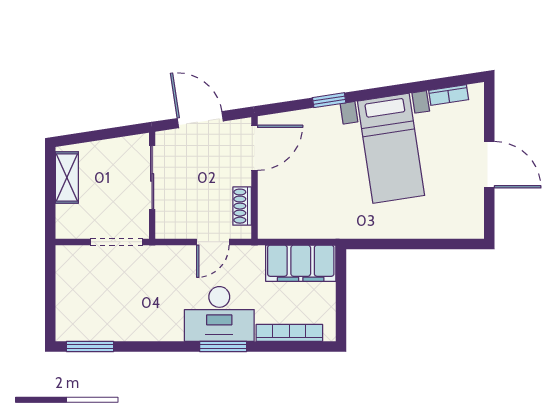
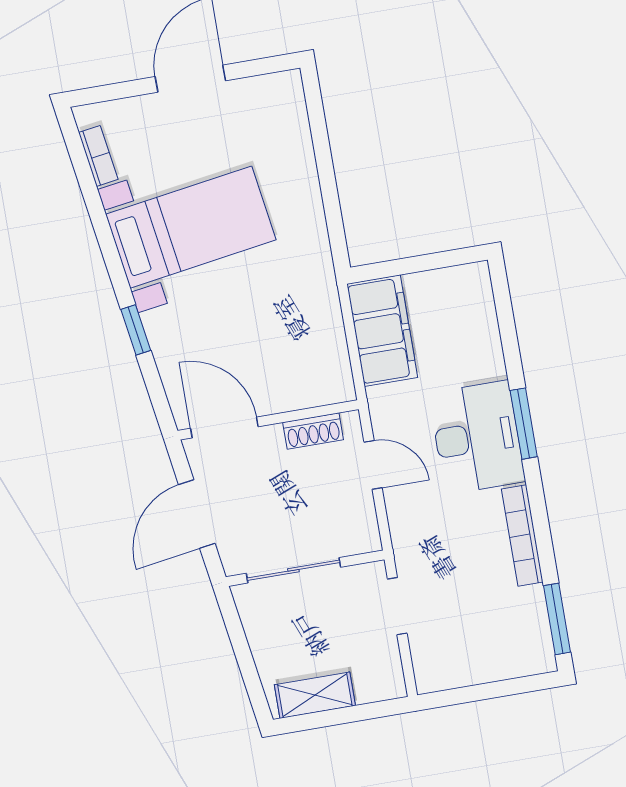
doorway: (117, 242) -> (397, 606), width x0.73
bookcase: (289, 333) -> (522, 536), moved

